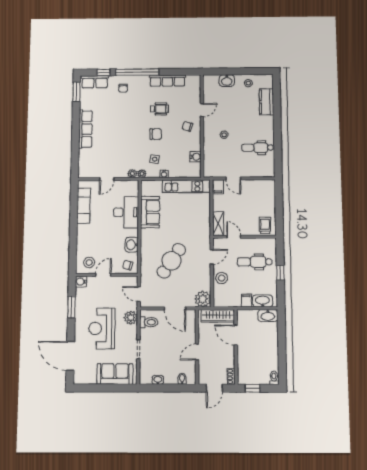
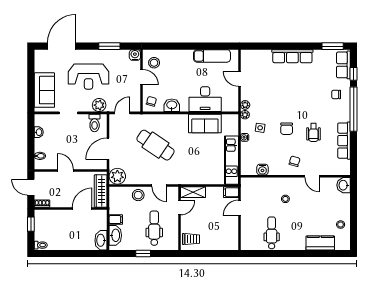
washbasin: (227, 81) -> (344, 185), moved
reception desk: (102, 328) -> (89, 77), turned 180

